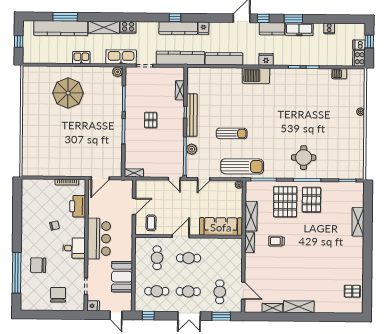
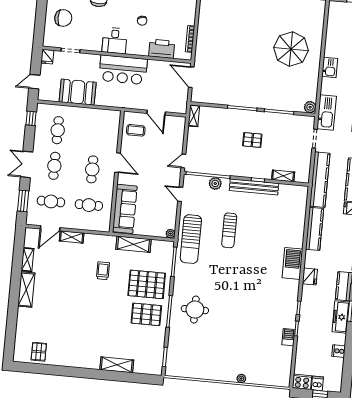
barbecue: (339, 74) -> (288, 337), moved
shelving: (250, 242) -> (72, 237), moved
cafe table: (157, 258) -> (89, 205), moved

